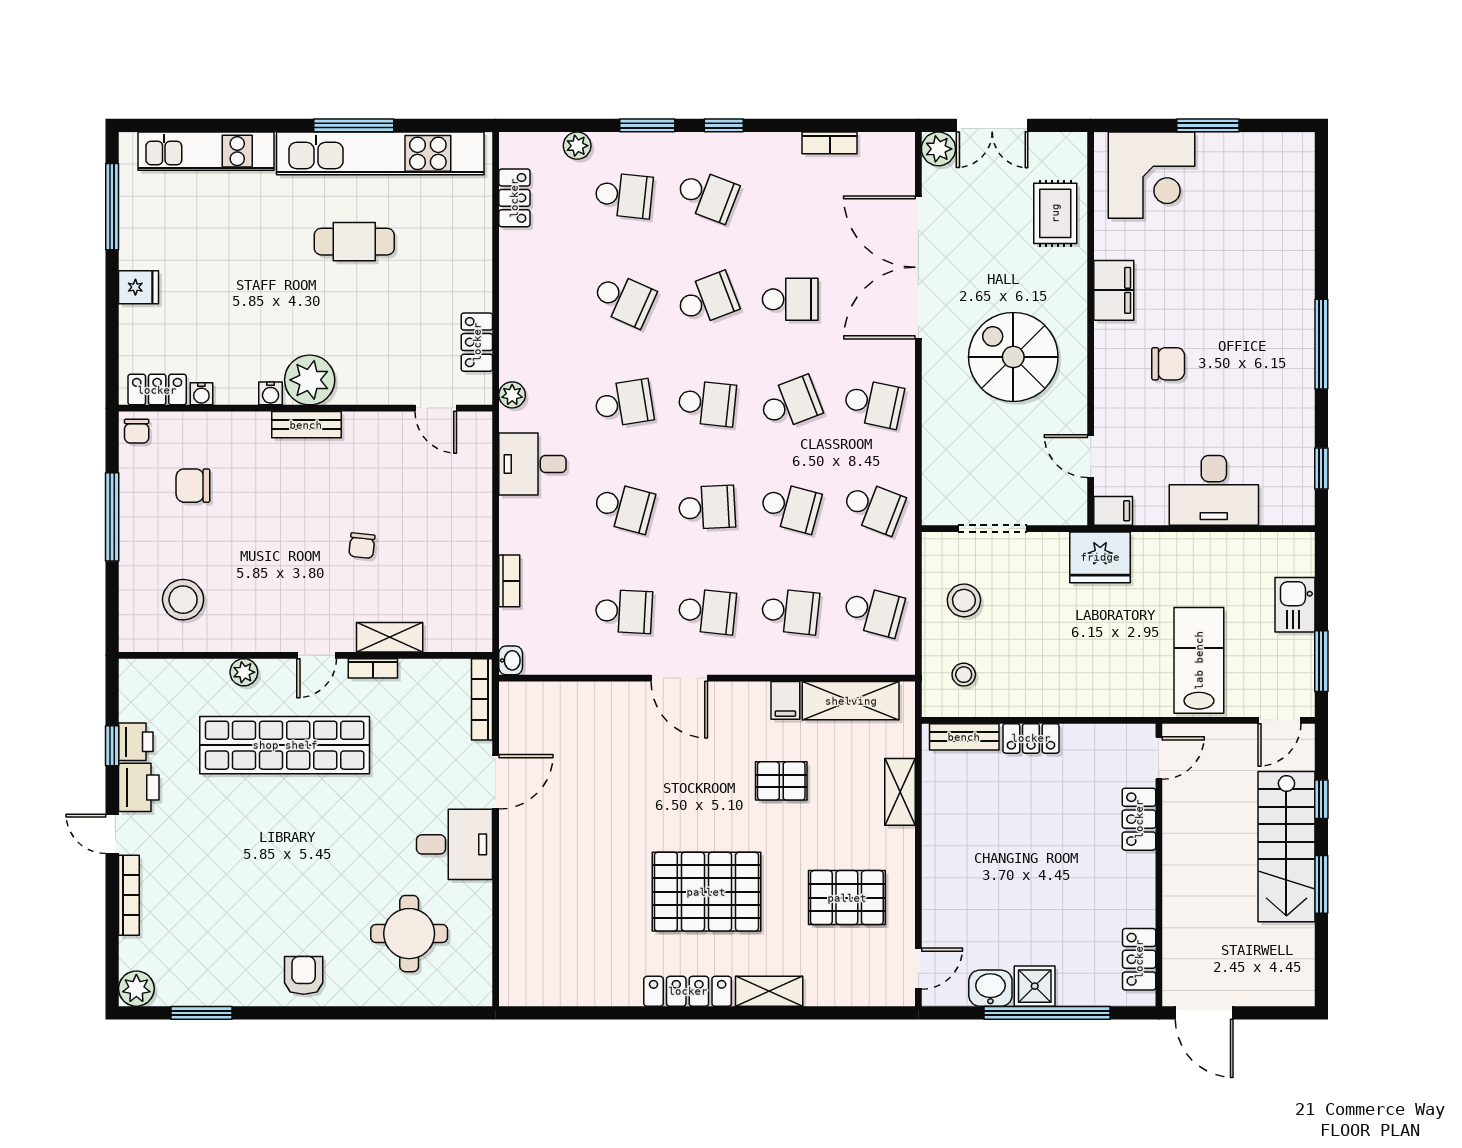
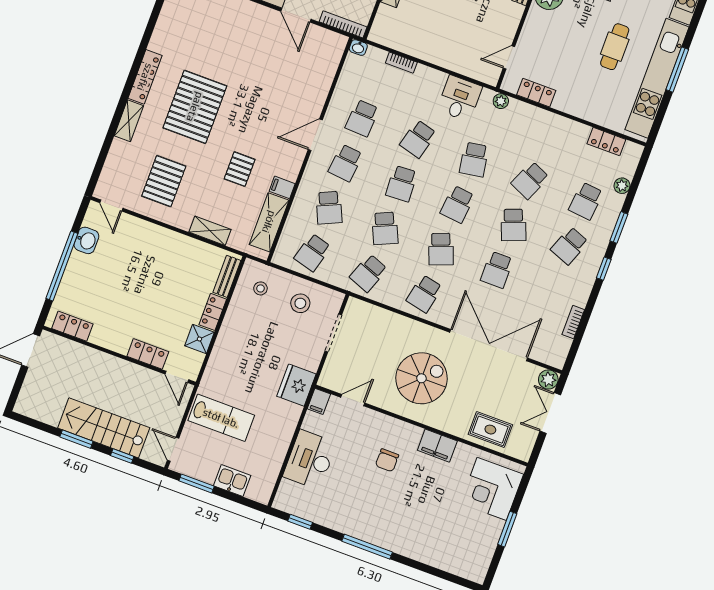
school desk: (790, 507) -> (385, 228), turned -39
school desk: (790, 611) -> (329, 208), turned -30
shower: (1035, 986) -> (199, 339), moved

